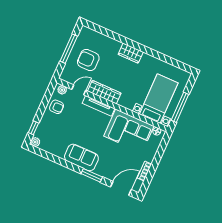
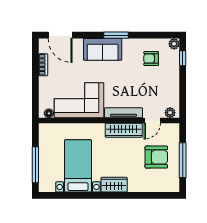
bed with nightstands: (159, 99) -> (78, 166), moved, turned 180
armchair: (57, 107) -> (151, 59), moved
window: (180, 107) -> (35, 165), moved
sofa: (81, 157) -> (103, 49), moved
window: (92, 175) -> (116, 35), moved
door: (121, 188) -> (60, 35), hinge flipped

